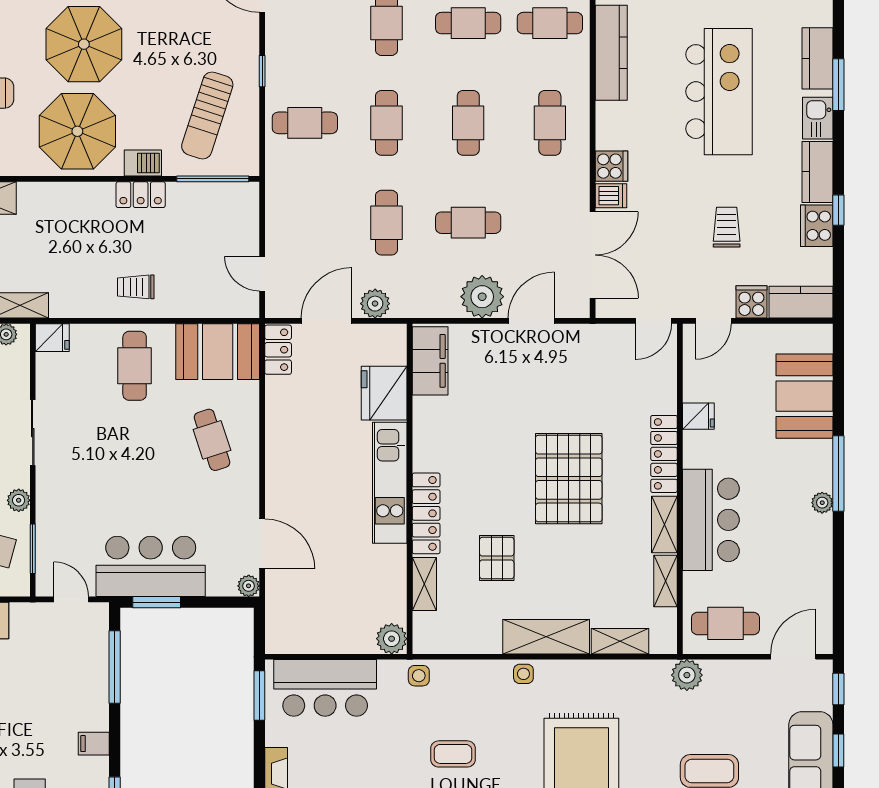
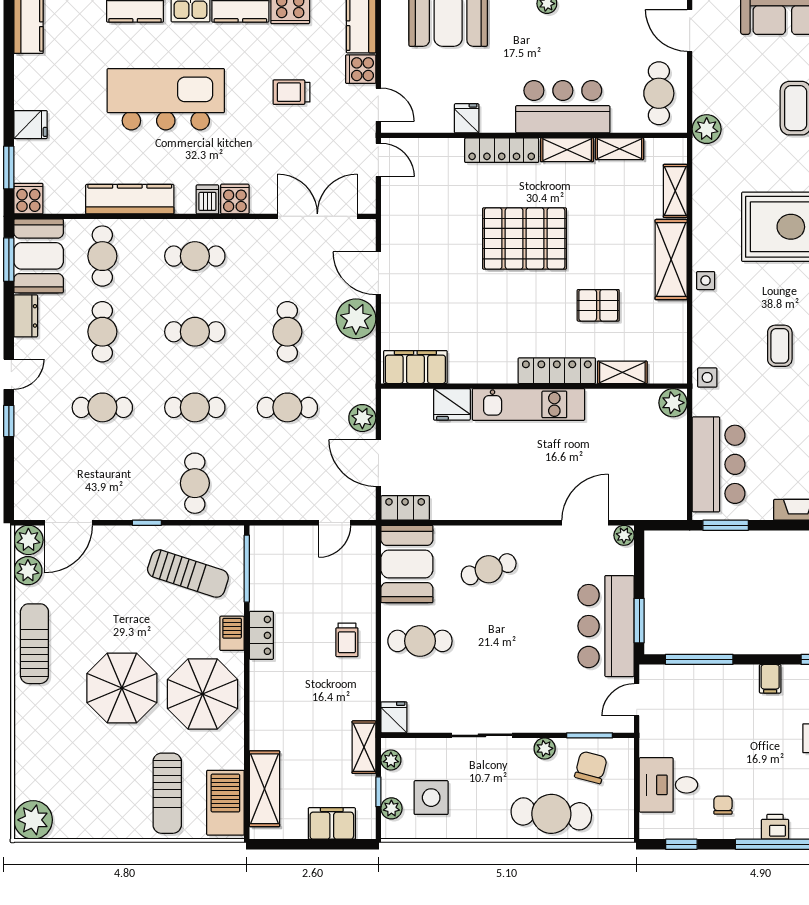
dishwasher: (611, 196) -> (207, 199), moved
fridge: (384, 393) -> (452, 404), width x0.73, depth x0.75

